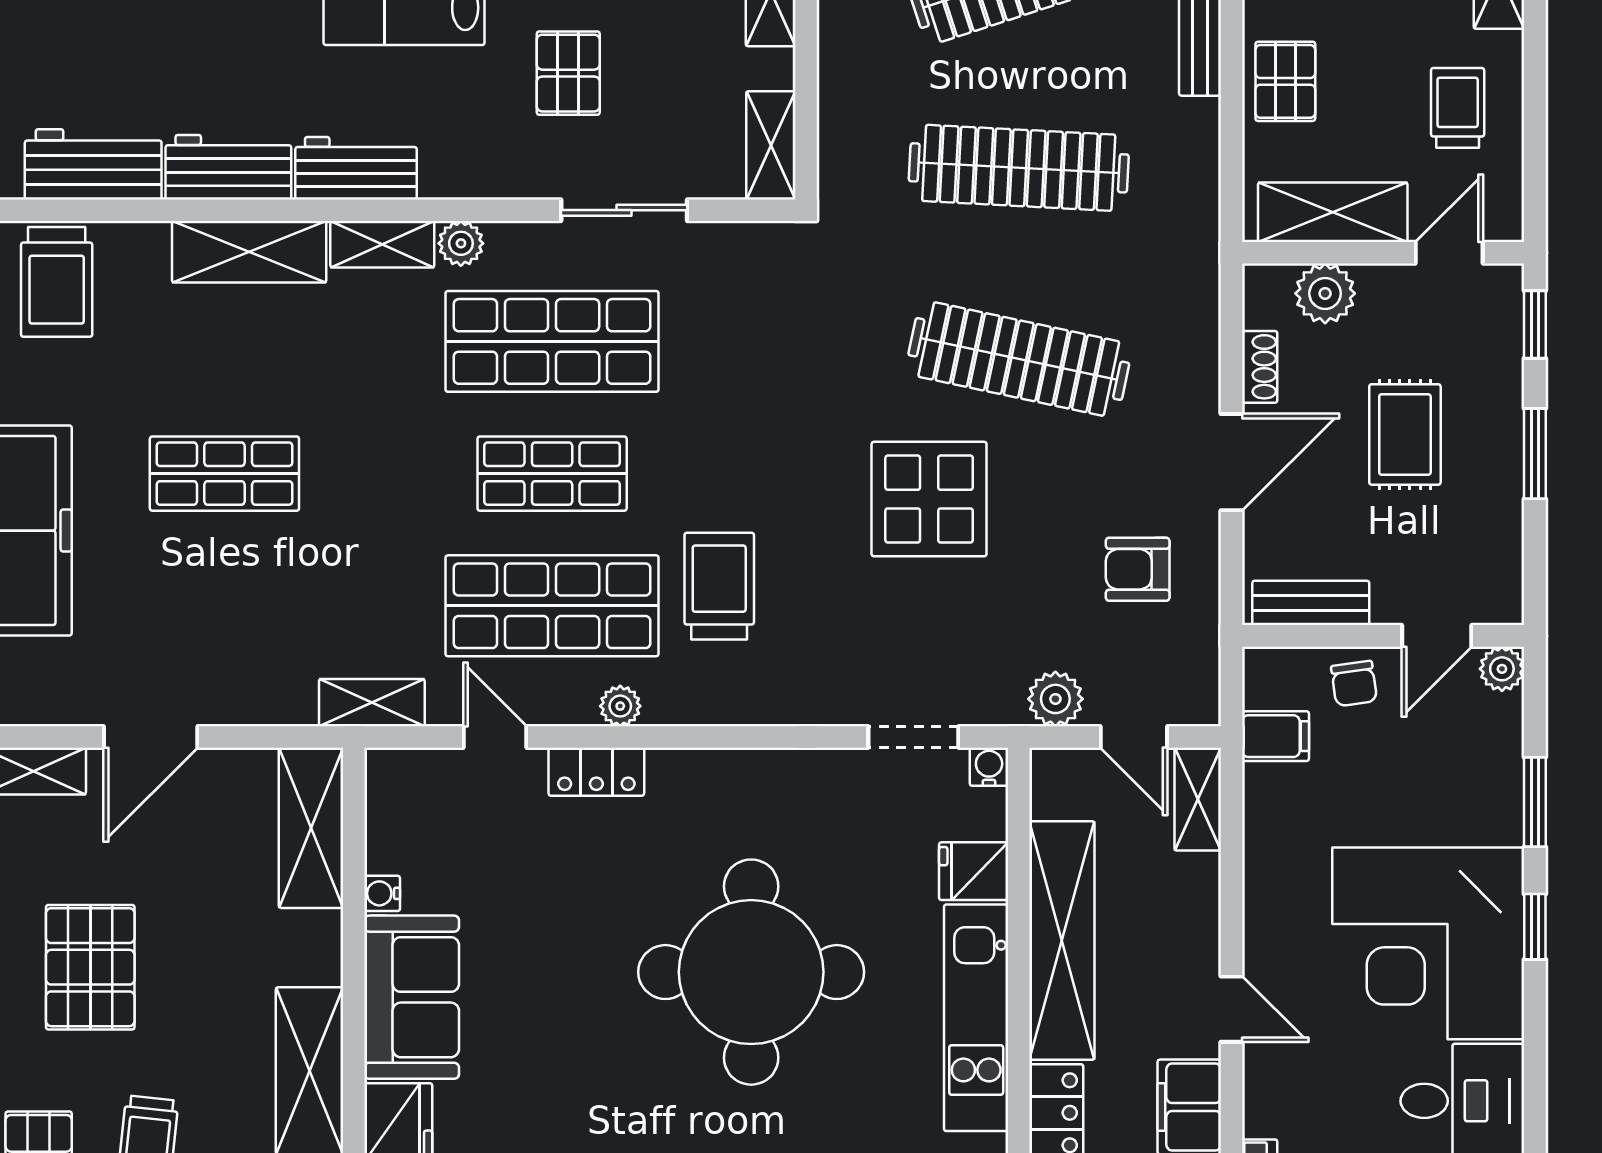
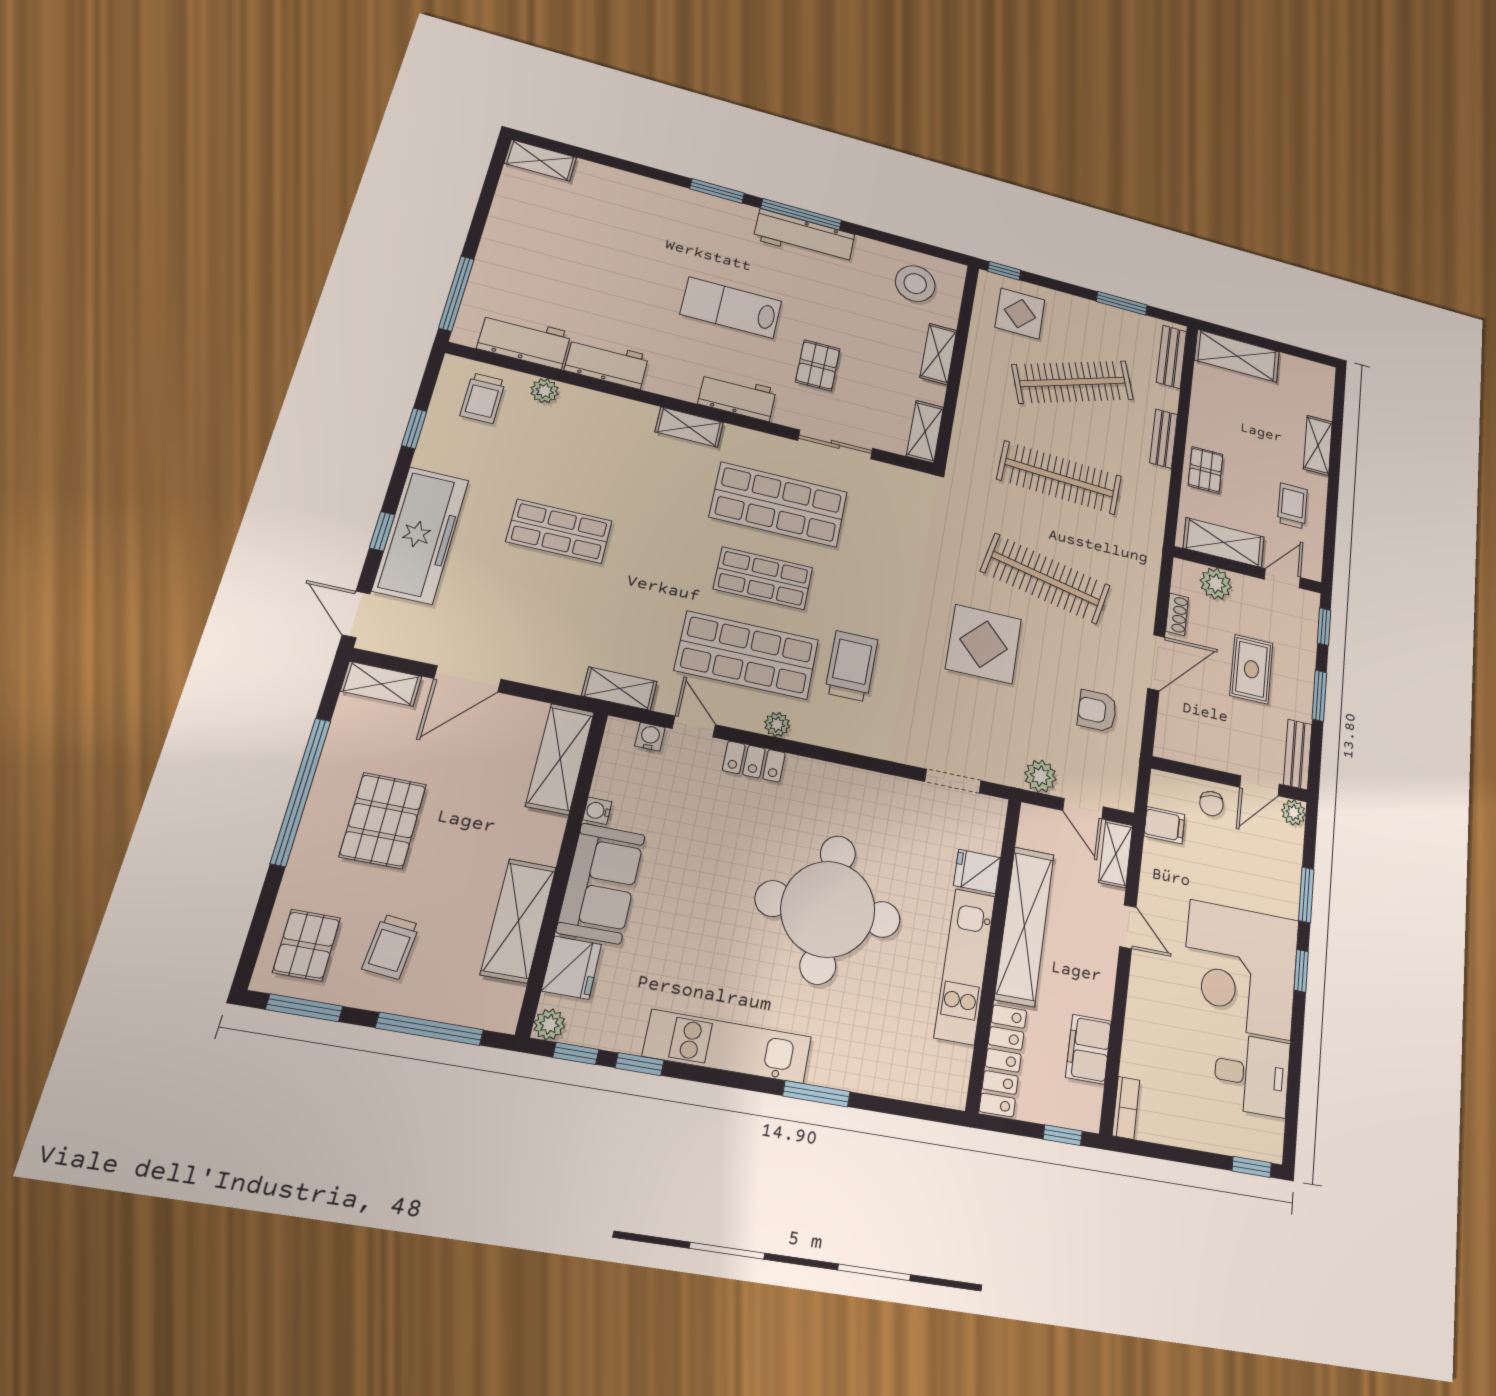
workbench: (356, 168) -> (737, 397), moved
plant: (461, 243) -> (545, 391), moved
shelving: (249, 252) -> (607, 411), removed
trolley: (57, 282) -> (483, 398), width x0.73, depth x0.72
bench: (1311, 603) -> (1298, 754), moved, turned 90
water cooler: (989, 767) -> (650, 737), moved
door: (1232, 1009) -> (1128, 927), moved

